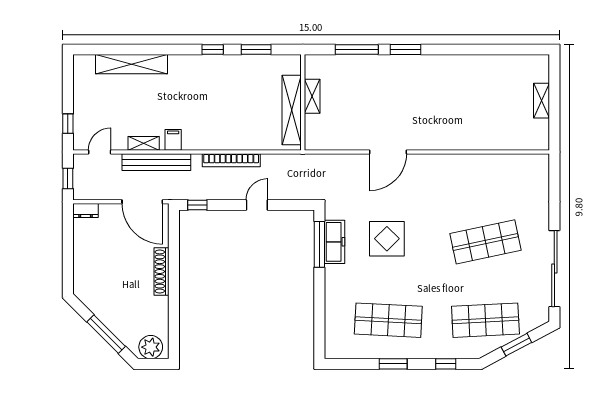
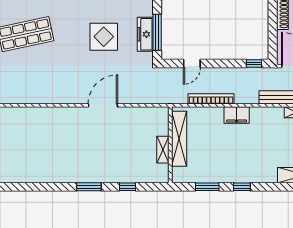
window: (357, 49) -> (128, 187), width x0.46
filing cabinet: (173, 140) -> (237, 115), moved, width x2.00
bookcase: (231, 160) -> (211, 99), moved
door: (257, 205) -> (192, 63), moved

